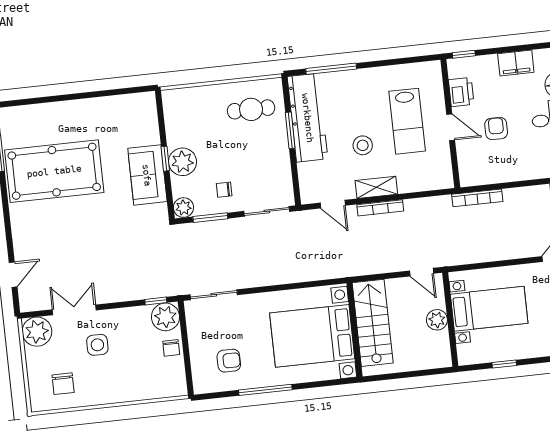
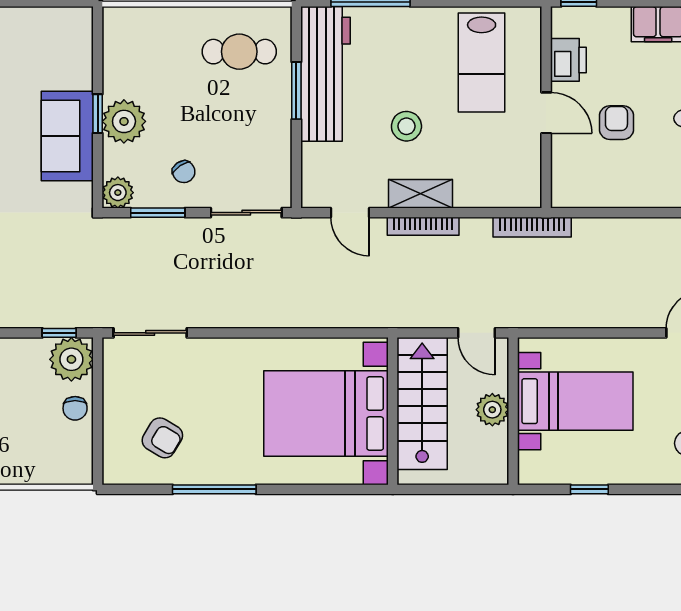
lab bench: (407, 121) -> (482, 63), moved
chair: (224, 190) -> (184, 172), turned -124
bookcase: (477, 198) -> (532, 227), moved
stairs: (373, 323) -> (422, 404), moved
wall: (354, 330) -> (393, 411), moved
bed with nightstands: (312, 336) -> (326, 414), moved
armchair: (229, 361) -> (162, 438), turned 31

